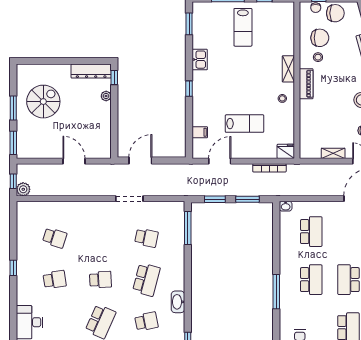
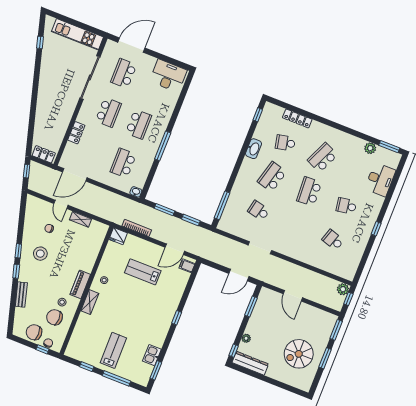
kitchen sink: (200, 60) -> (152, 355), moved
window: (114, 132) -> (251, 306), added
filing cabinet: (200, 132) -> (187, 266), moved
school desk: (101, 280) -> (309, 191), width x1.85
school desk: (311, 280) -> (139, 124), turned 180
window: (276, 292) -> (163, 146), moved

